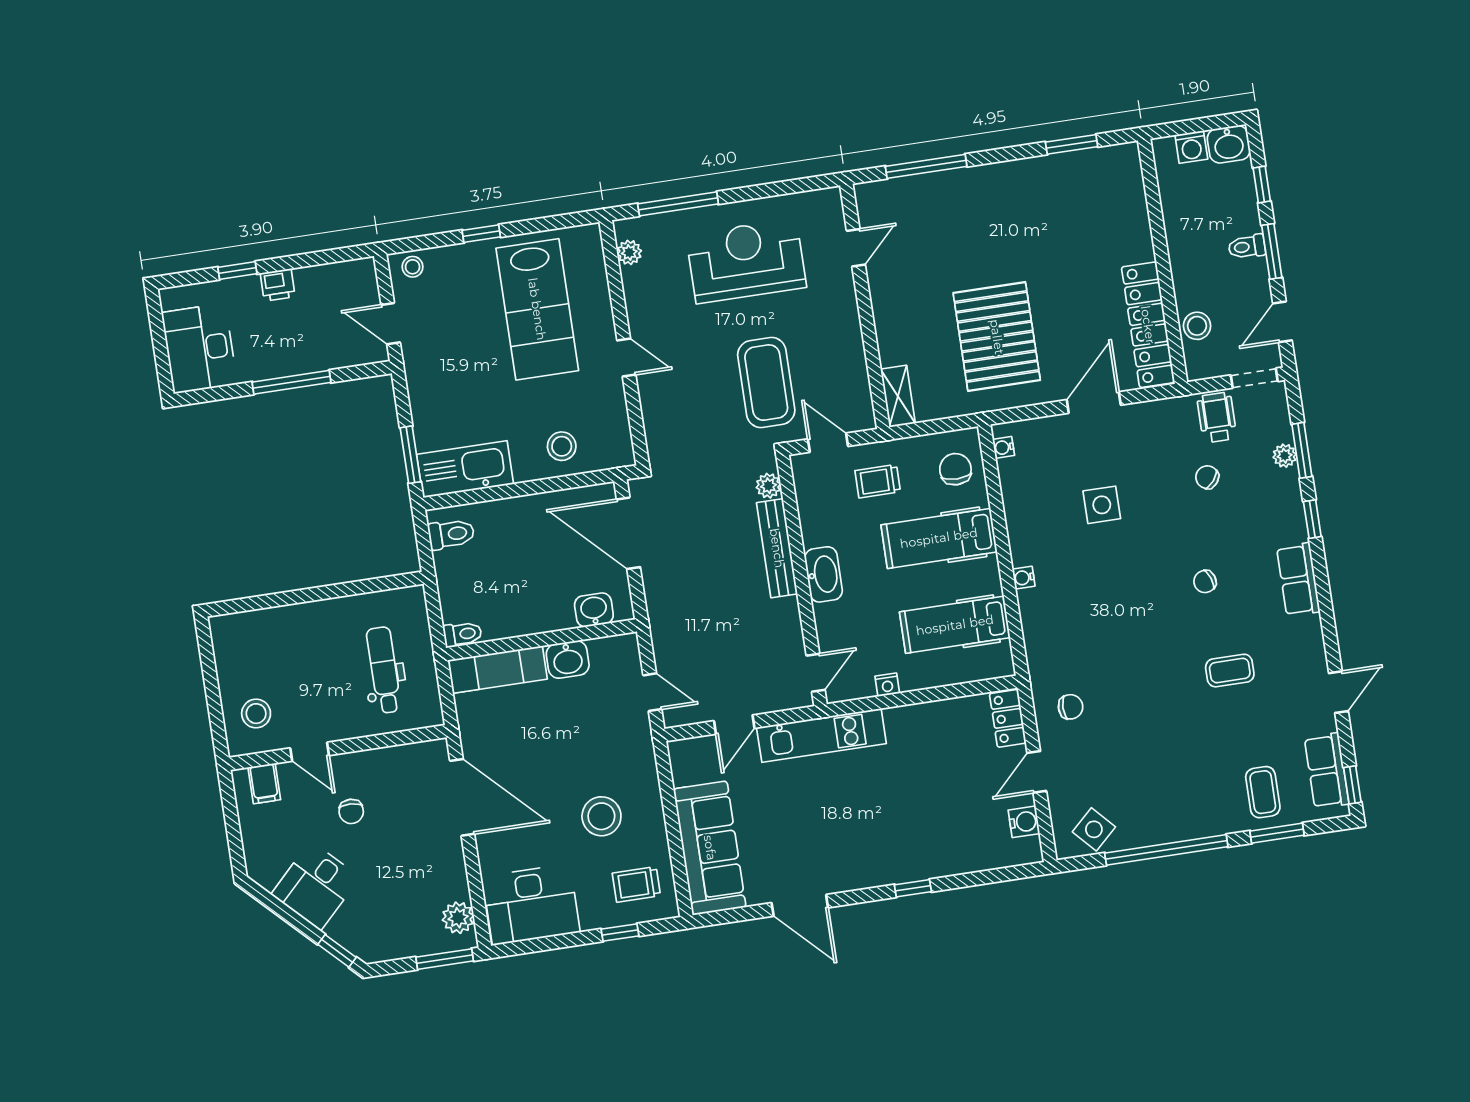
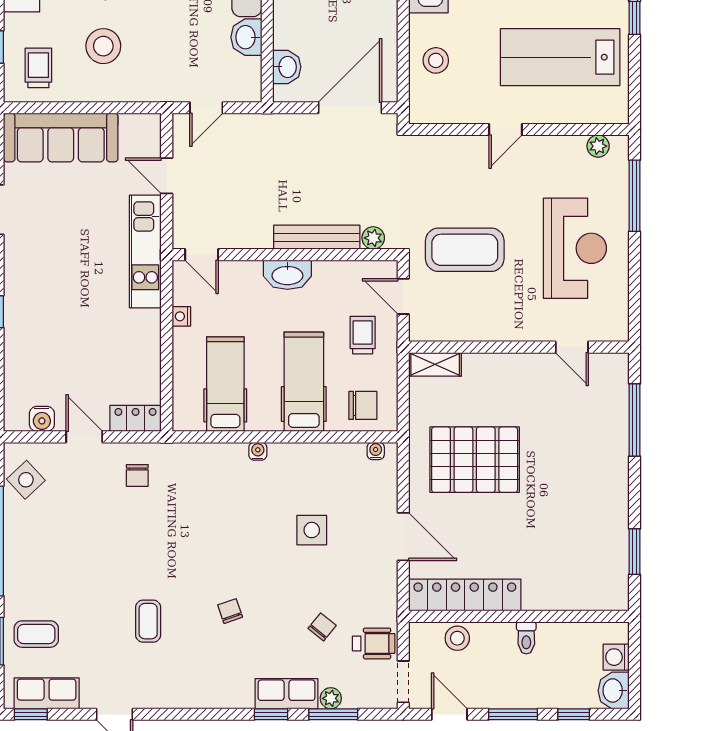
toilet: (1247, 247) -> (526, 638), moved, turned 180
door: (828, 443) -> (403, 296), swing flipped
row of seats: (1298, 579) -> (287, 694), moved

